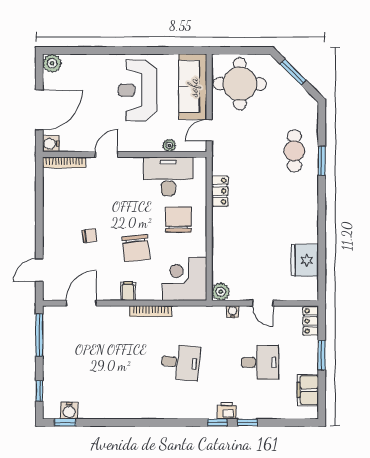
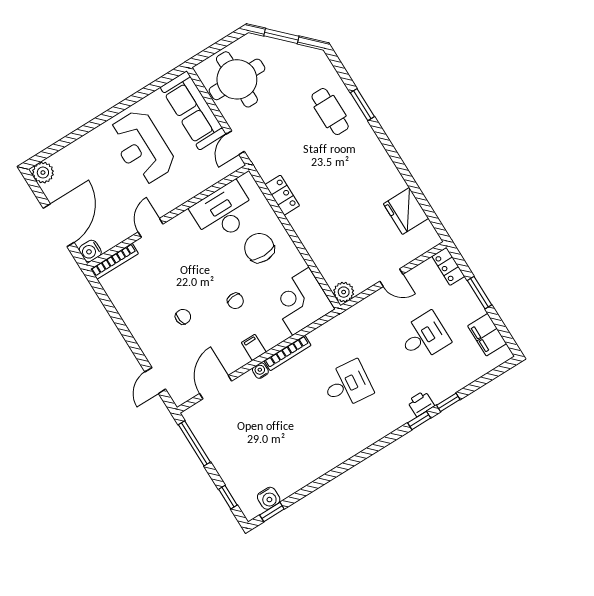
plant: (169, 145) -> (206, 181), removed
chair: (136, 248) -> (235, 301), width x0.54, depth x0.54
water cooler: (233, 312) -> (260, 371), moved

